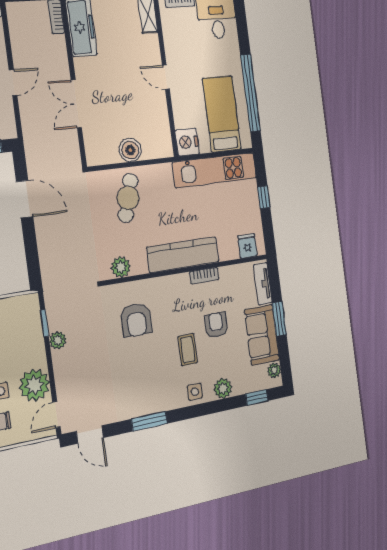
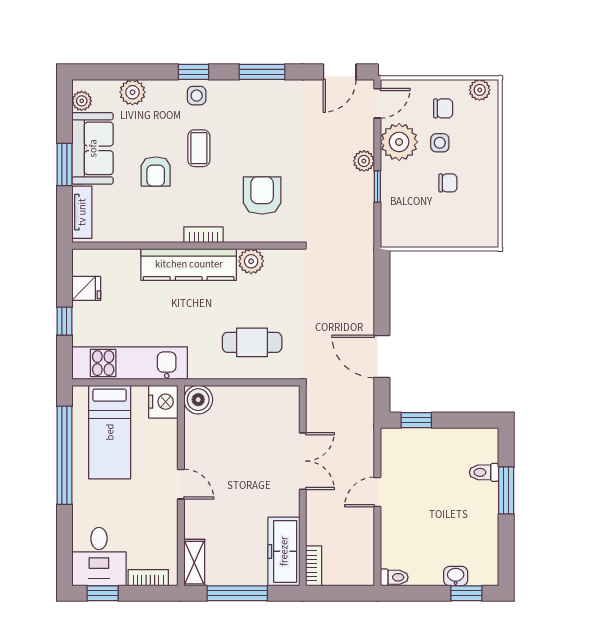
boiler: (130, 150) -> (198, 400), moved
cafe table: (128, 198) -> (252, 342), turned 74
fridge: (247, 246) -> (86, 288), moved, turned -90
plant: (121, 267) -> (251, 261), moved
bookcase: (204, 276) -> (203, 235), moved
window: (44, 323) -> (377, 186), moved
plant: (58, 340) -> (364, 161), moved
plant: (223, 388) -> (132, 92), moved
window: (257, 397) -> (193, 72), moved
door: (90, 435) -> (340, 72), swing flipped

